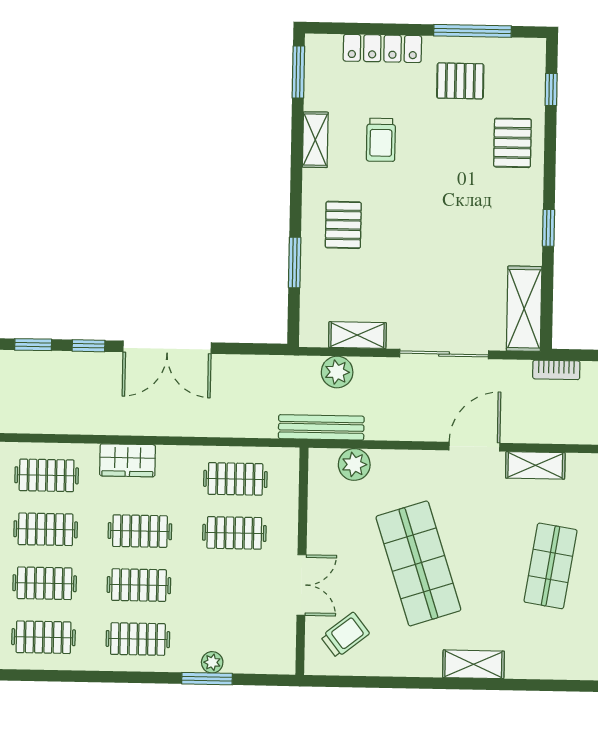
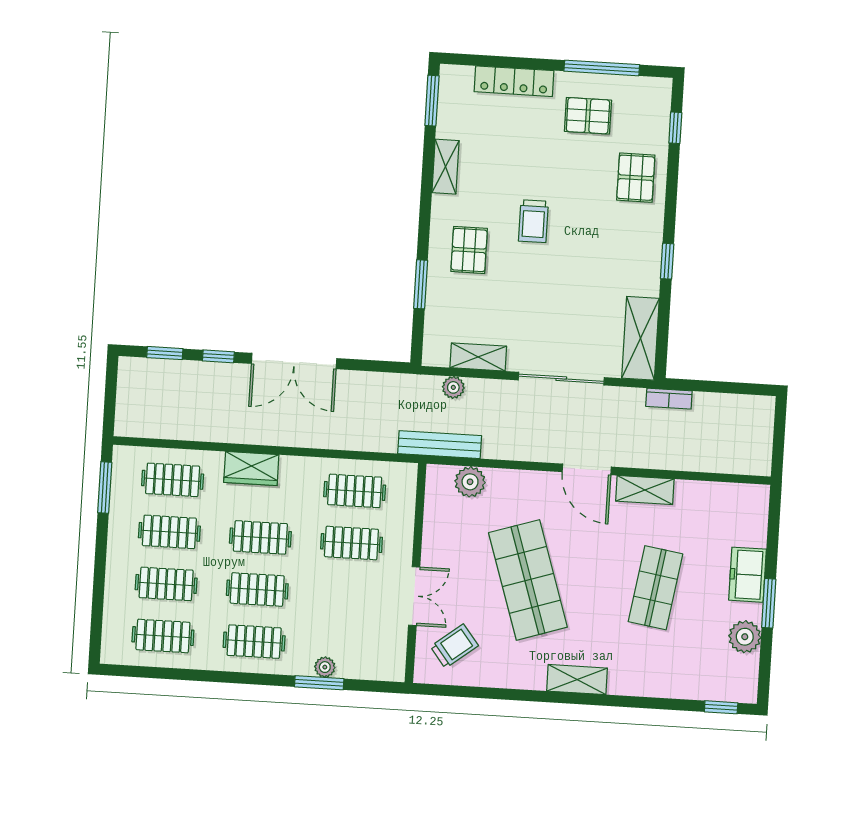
trolley: (381, 140) -> (533, 221), moved
plant: (337, 372) -> (453, 387), width x0.73, depth x0.73
door: (474, 447) -> (587, 469), swing flipped

